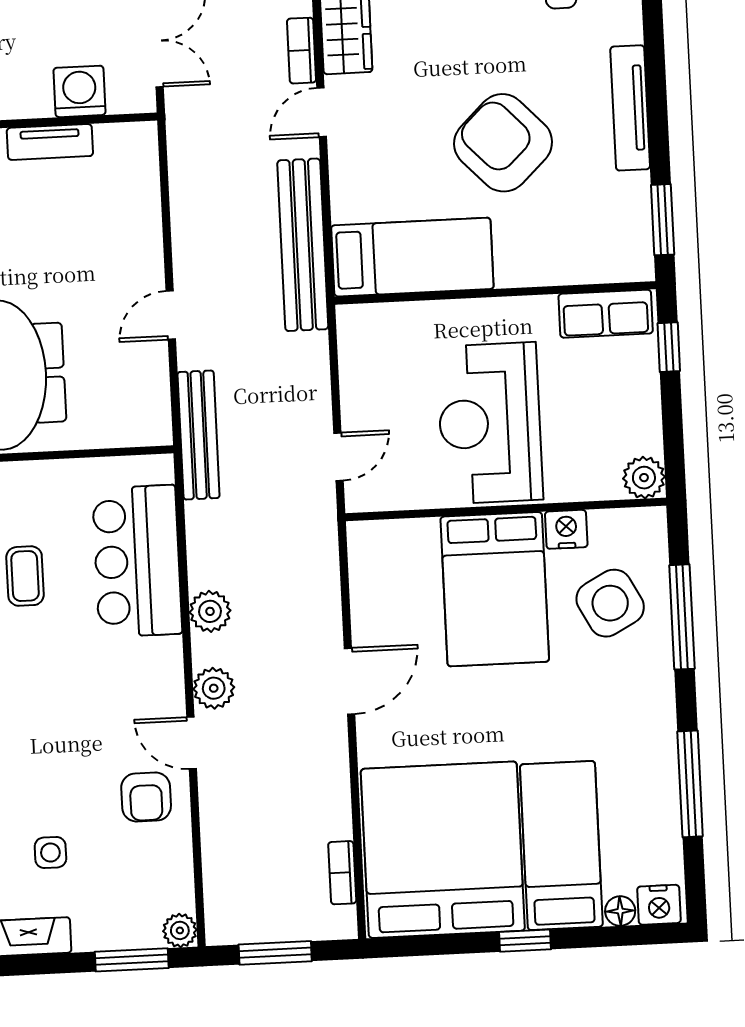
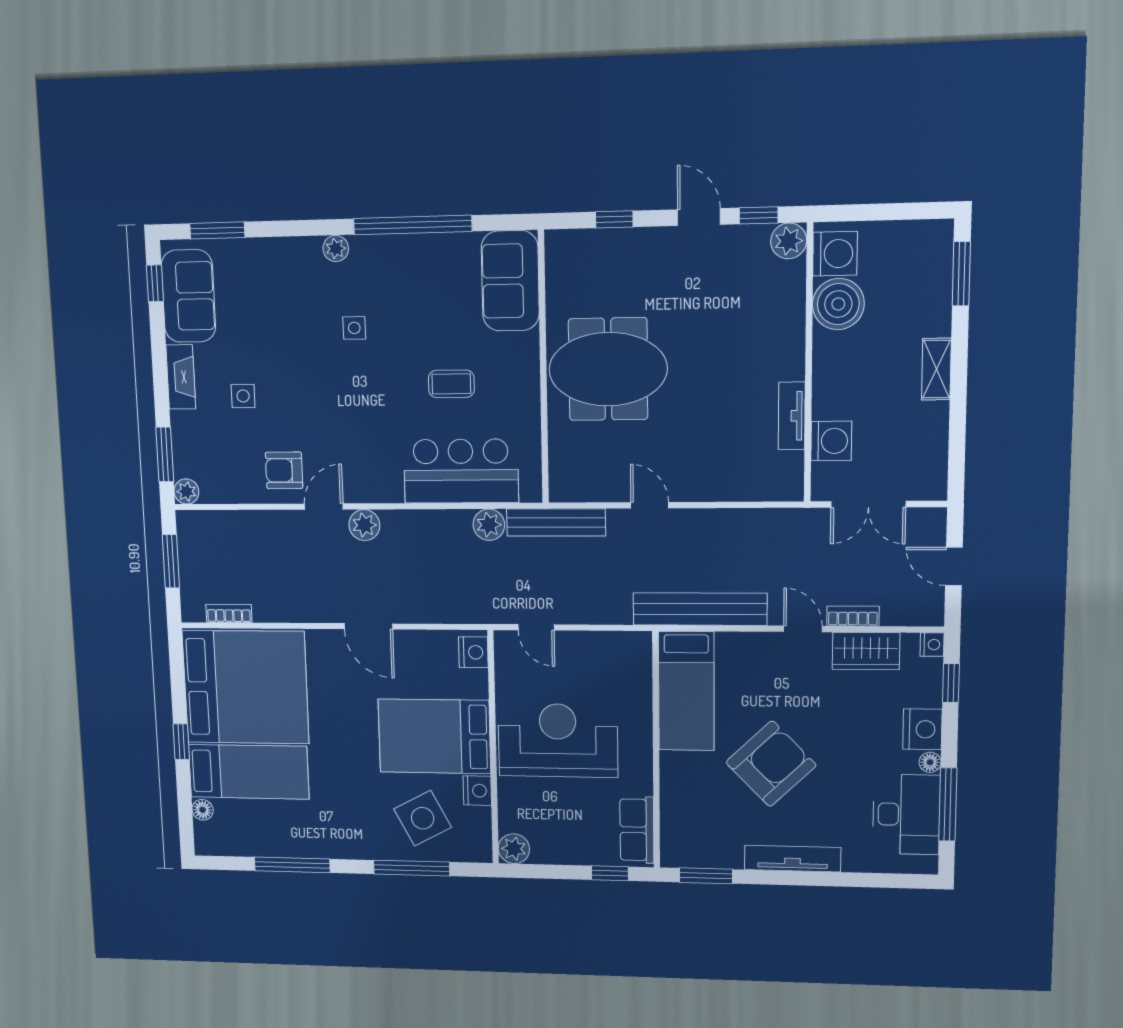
plant: (210, 611) -> (489, 525), moved
nightstand: (659, 905) -> (473, 652), moved, turned 180

